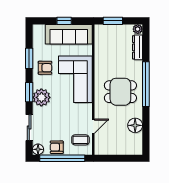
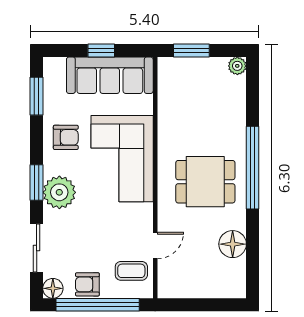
dresser: (138, 47) -> (237, 100), removed
window: (29, 58) -> (37, 96), moved

